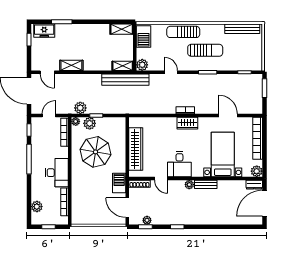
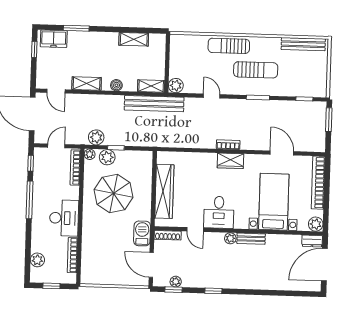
shelving: (122, 29) -> (134, 39), moved
barbecue: (144, 37) -> (179, 50), removed
boiler: (95, 66) -> (116, 85), added

